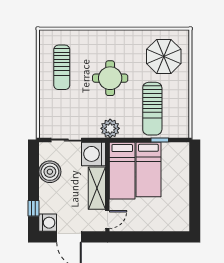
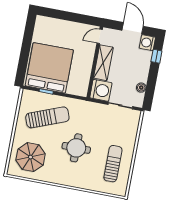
sun lounger: (152, 109) -> (47, 117), turned 69
plant: (110, 128) -> (84, 108), removed
bed: (148, 169) -> (49, 68), width x2.04
bed: (122, 171) -> (81, 73), removed
boiler: (50, 172) -> (141, 88), width x0.54, depth x0.54

